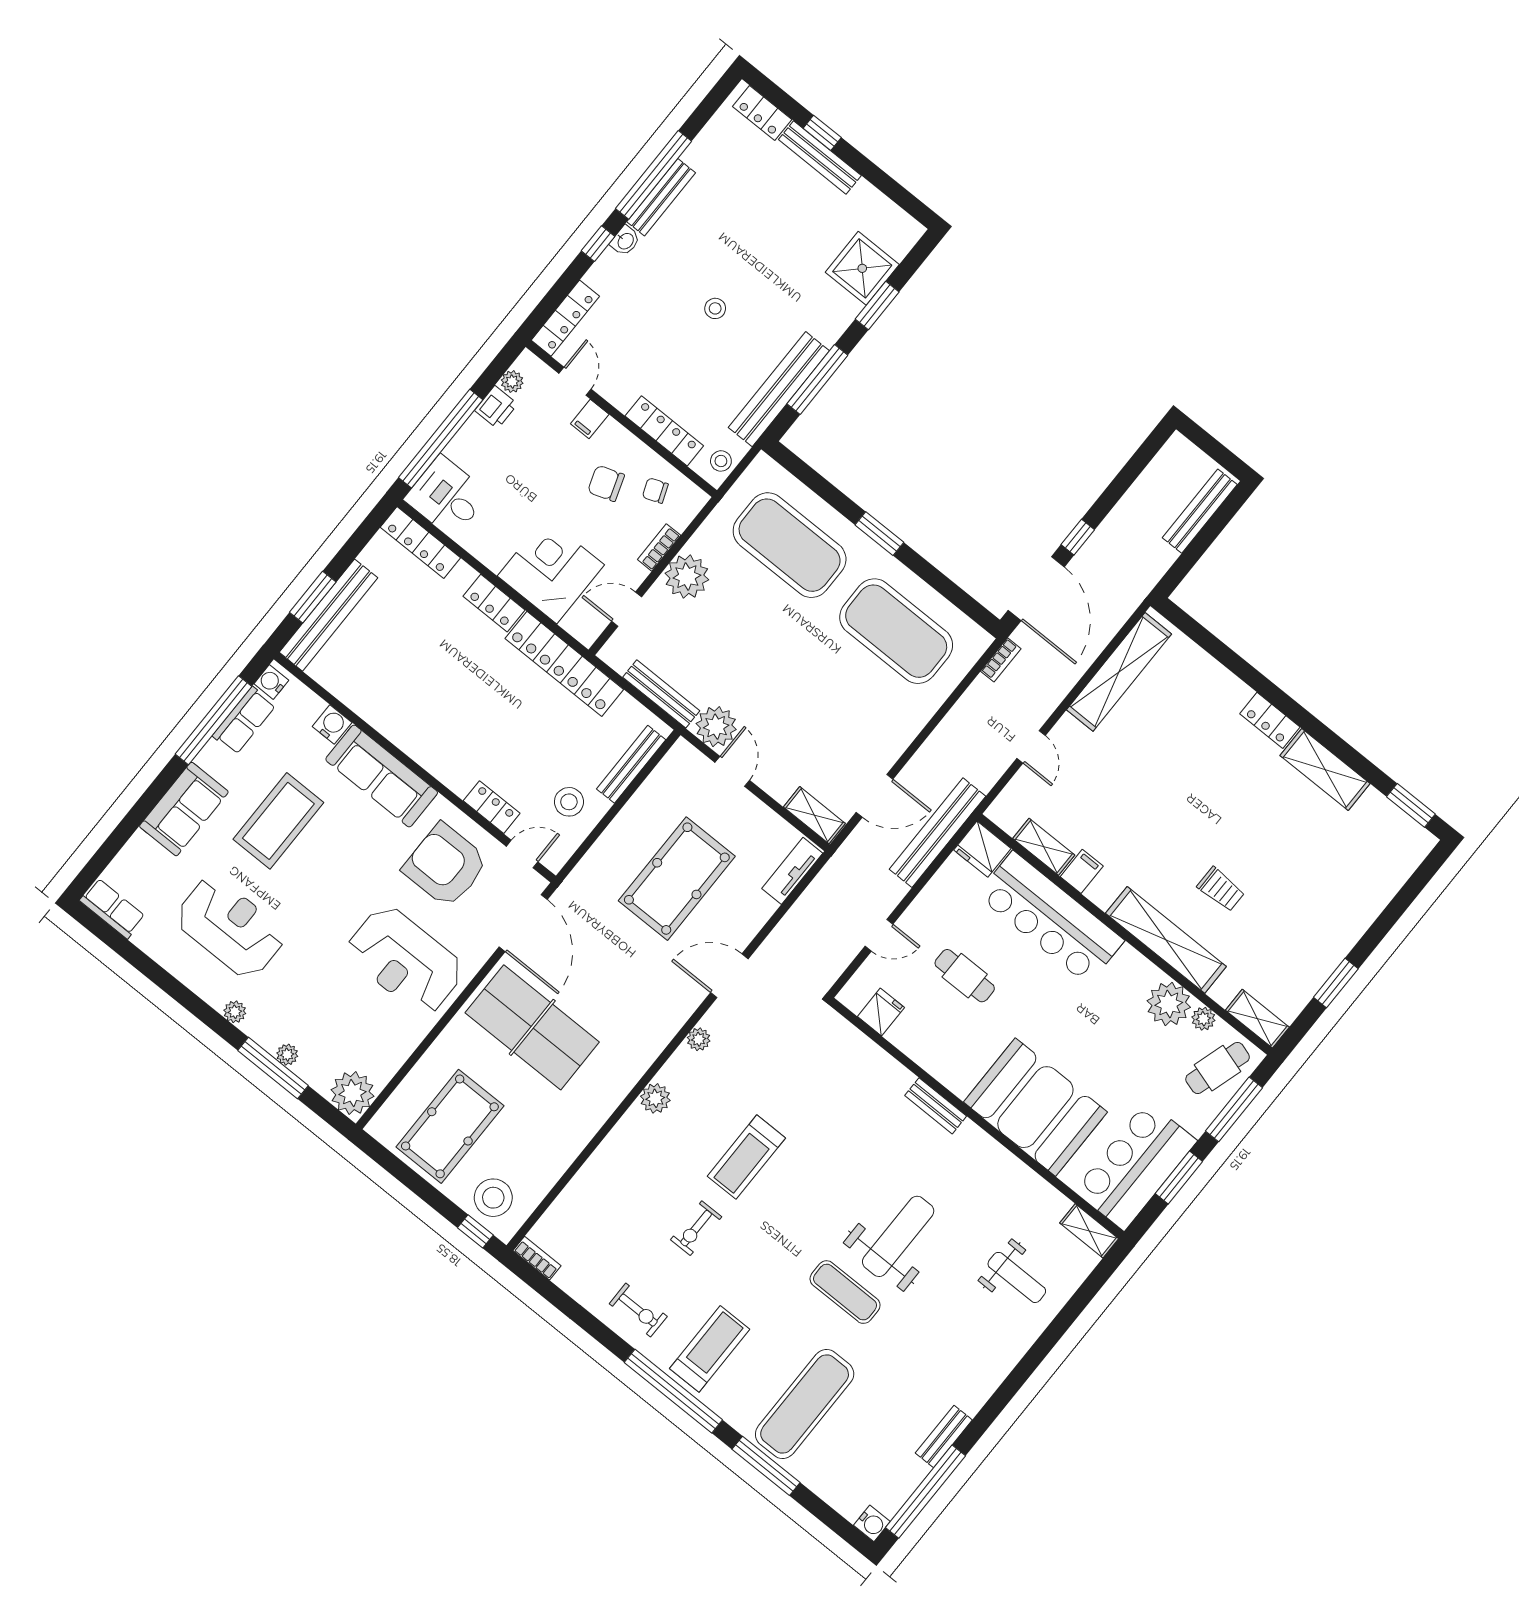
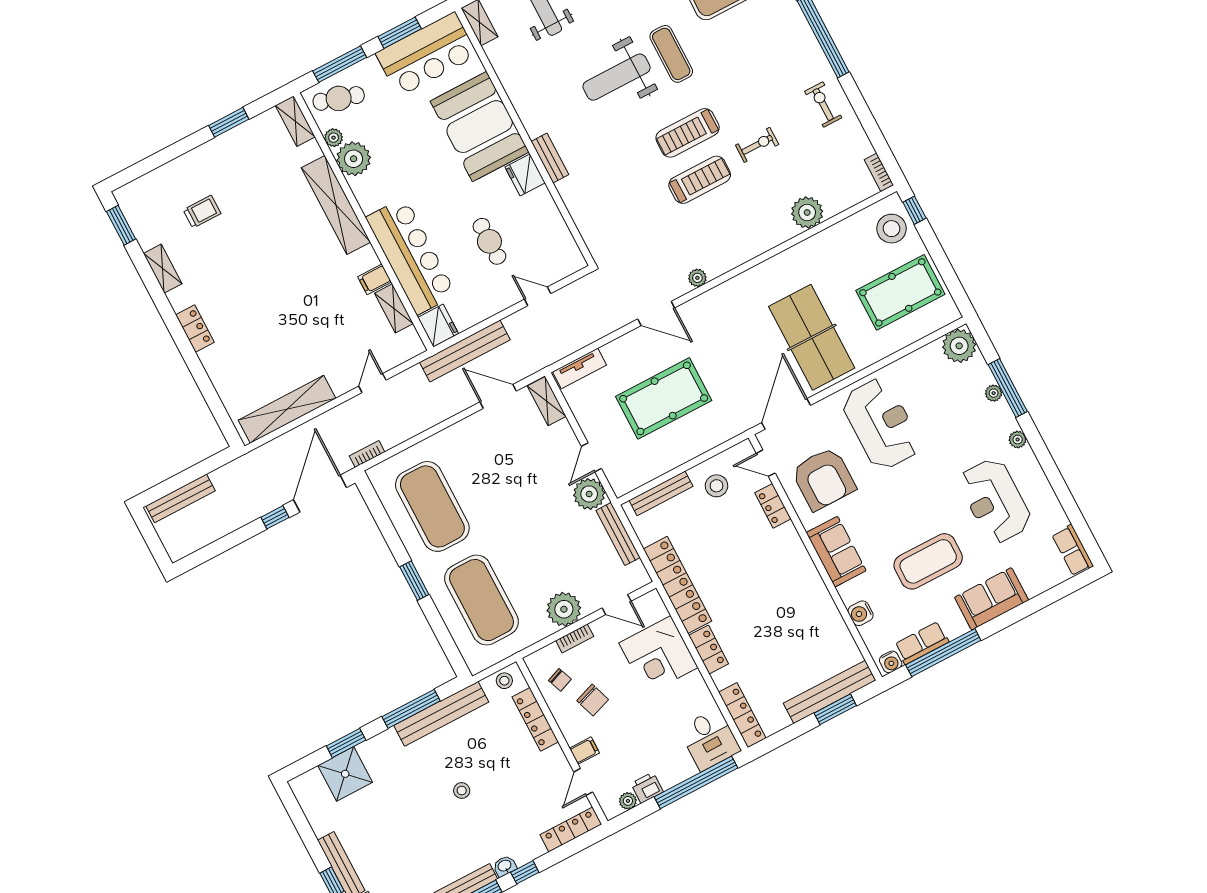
shelving: (1325, 769) -> (163, 269), width x0.67, depth x0.75
sofa: (382, 776) -> (836, 552), width x0.73
trolley: (1221, 889) -> (202, 212), moved, turned 90
fridge: (881, 1012) -> (525, 175), moved, width x1.38
plant: (655, 1098) -> (807, 213), moved, width x1.36, depth x1.36
treadmill: (710, 1349) -> (688, 133), moved

